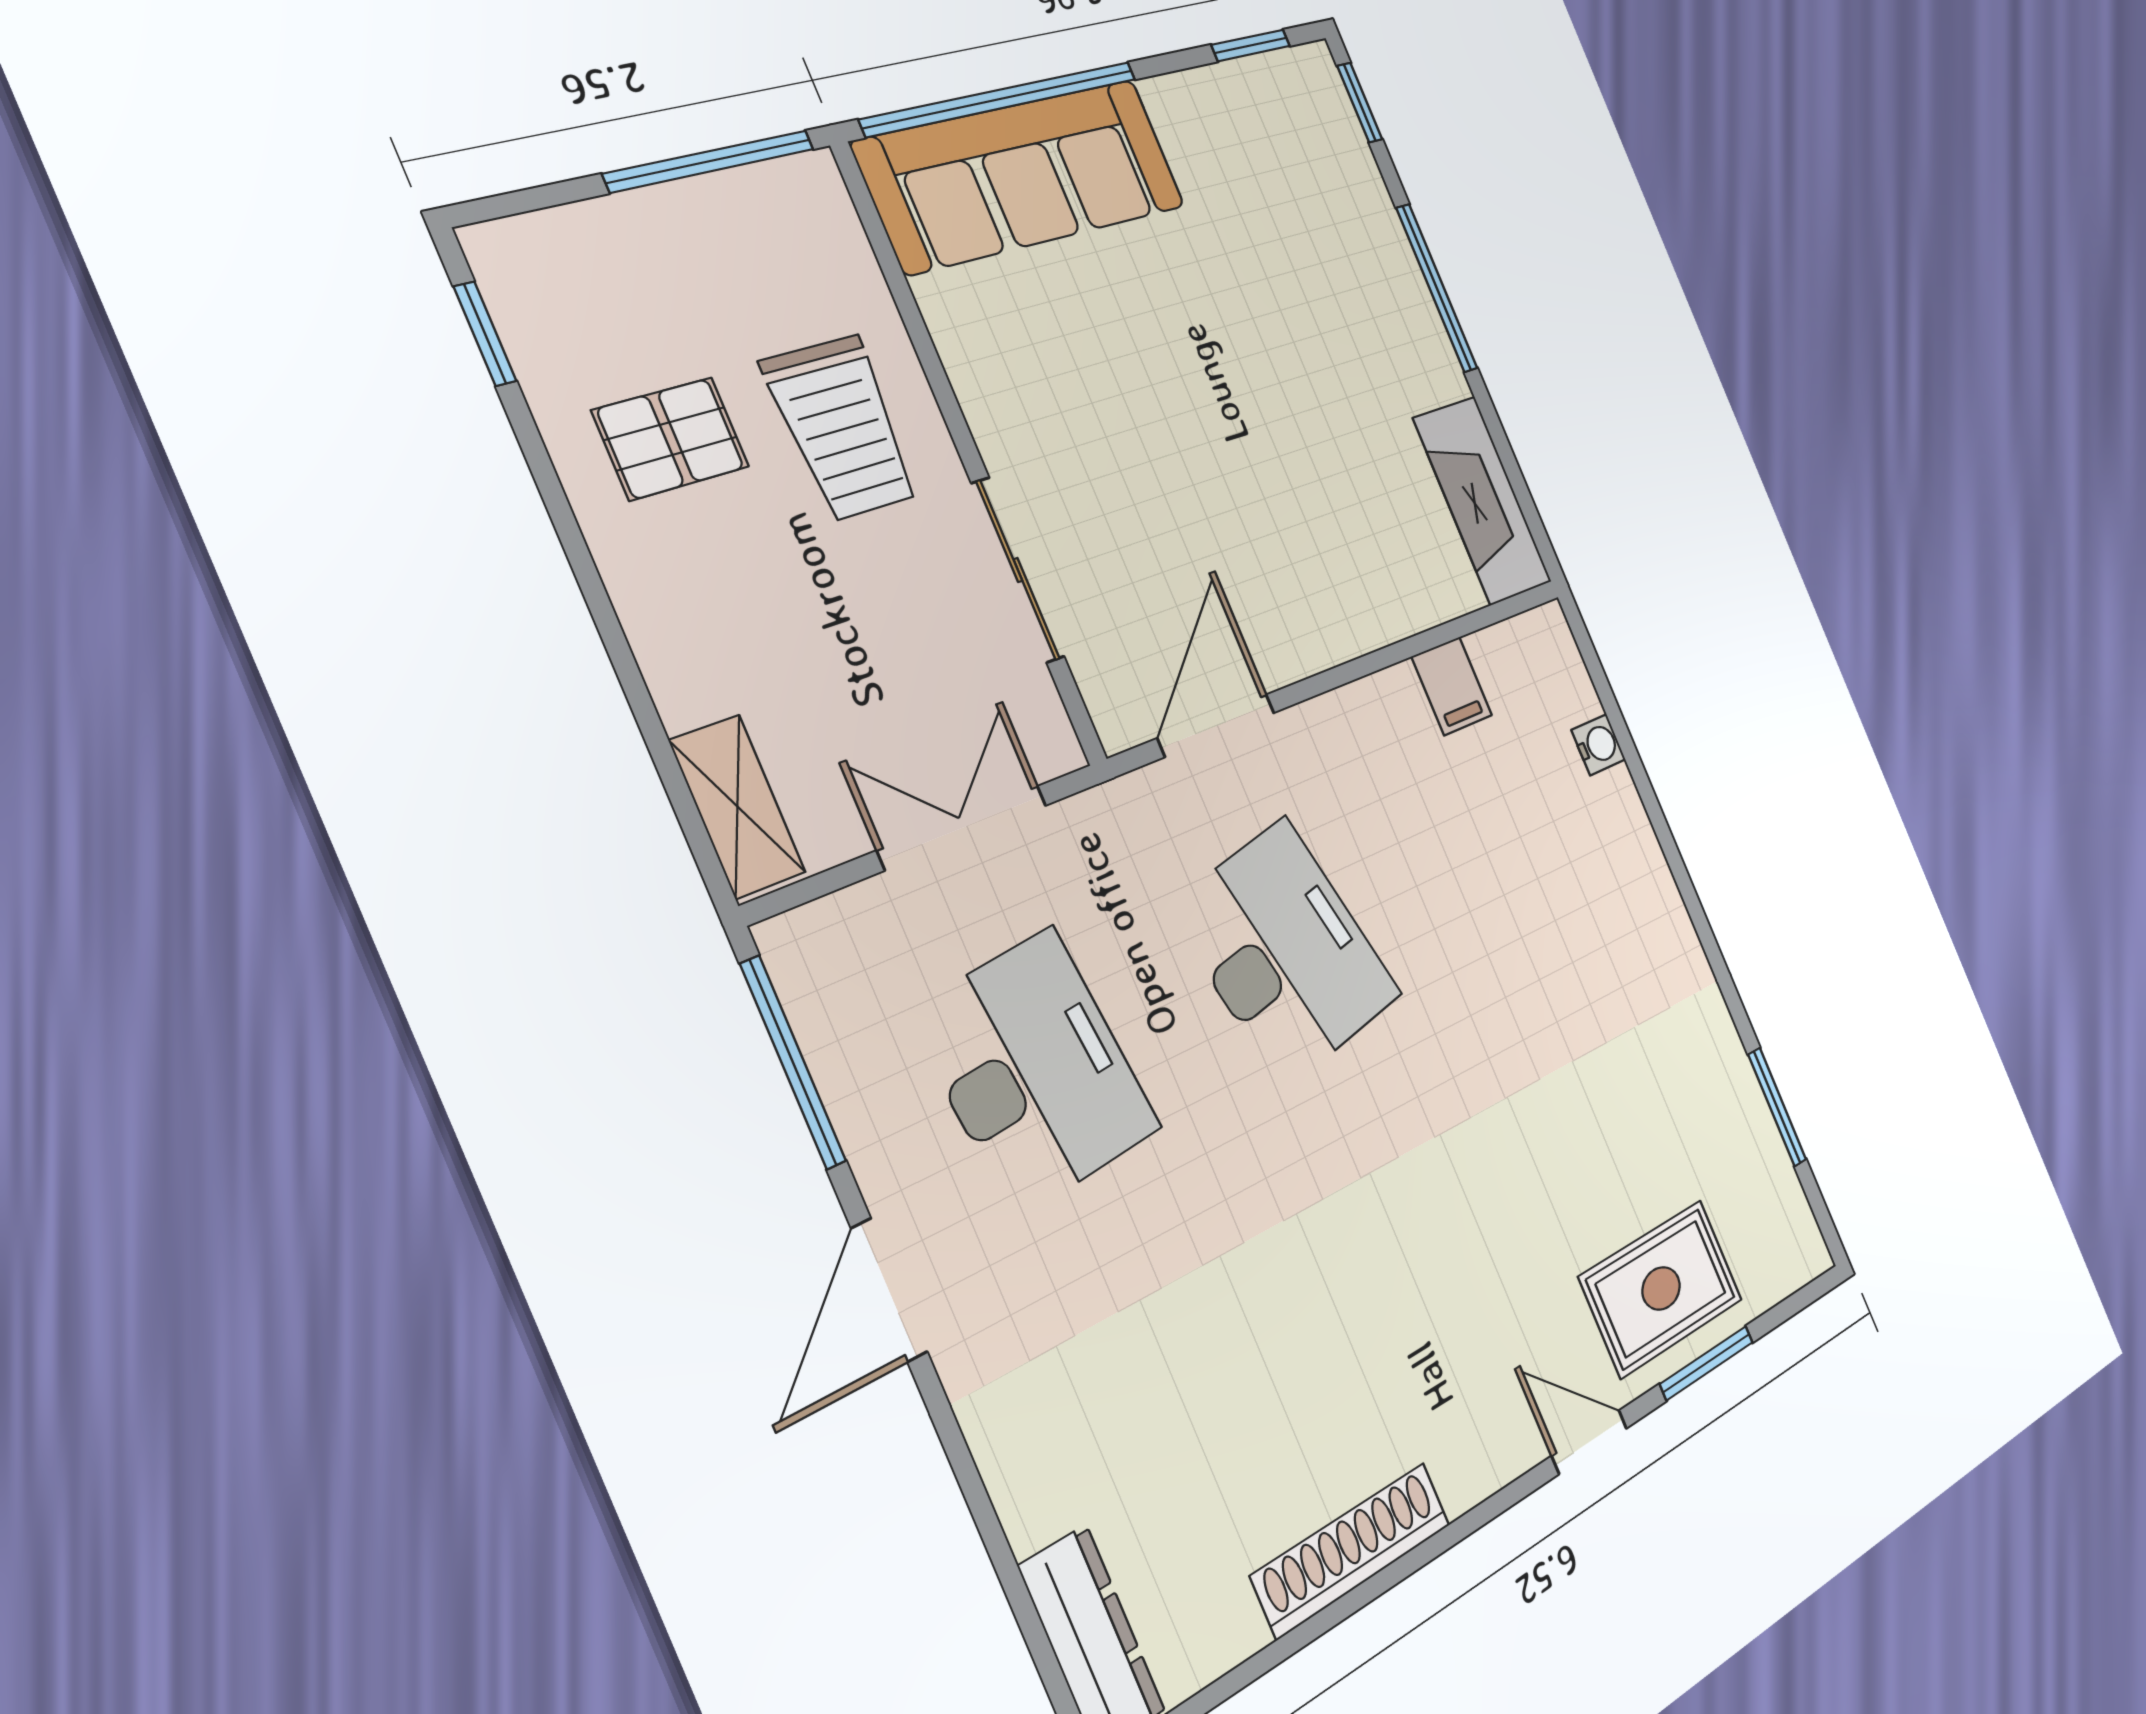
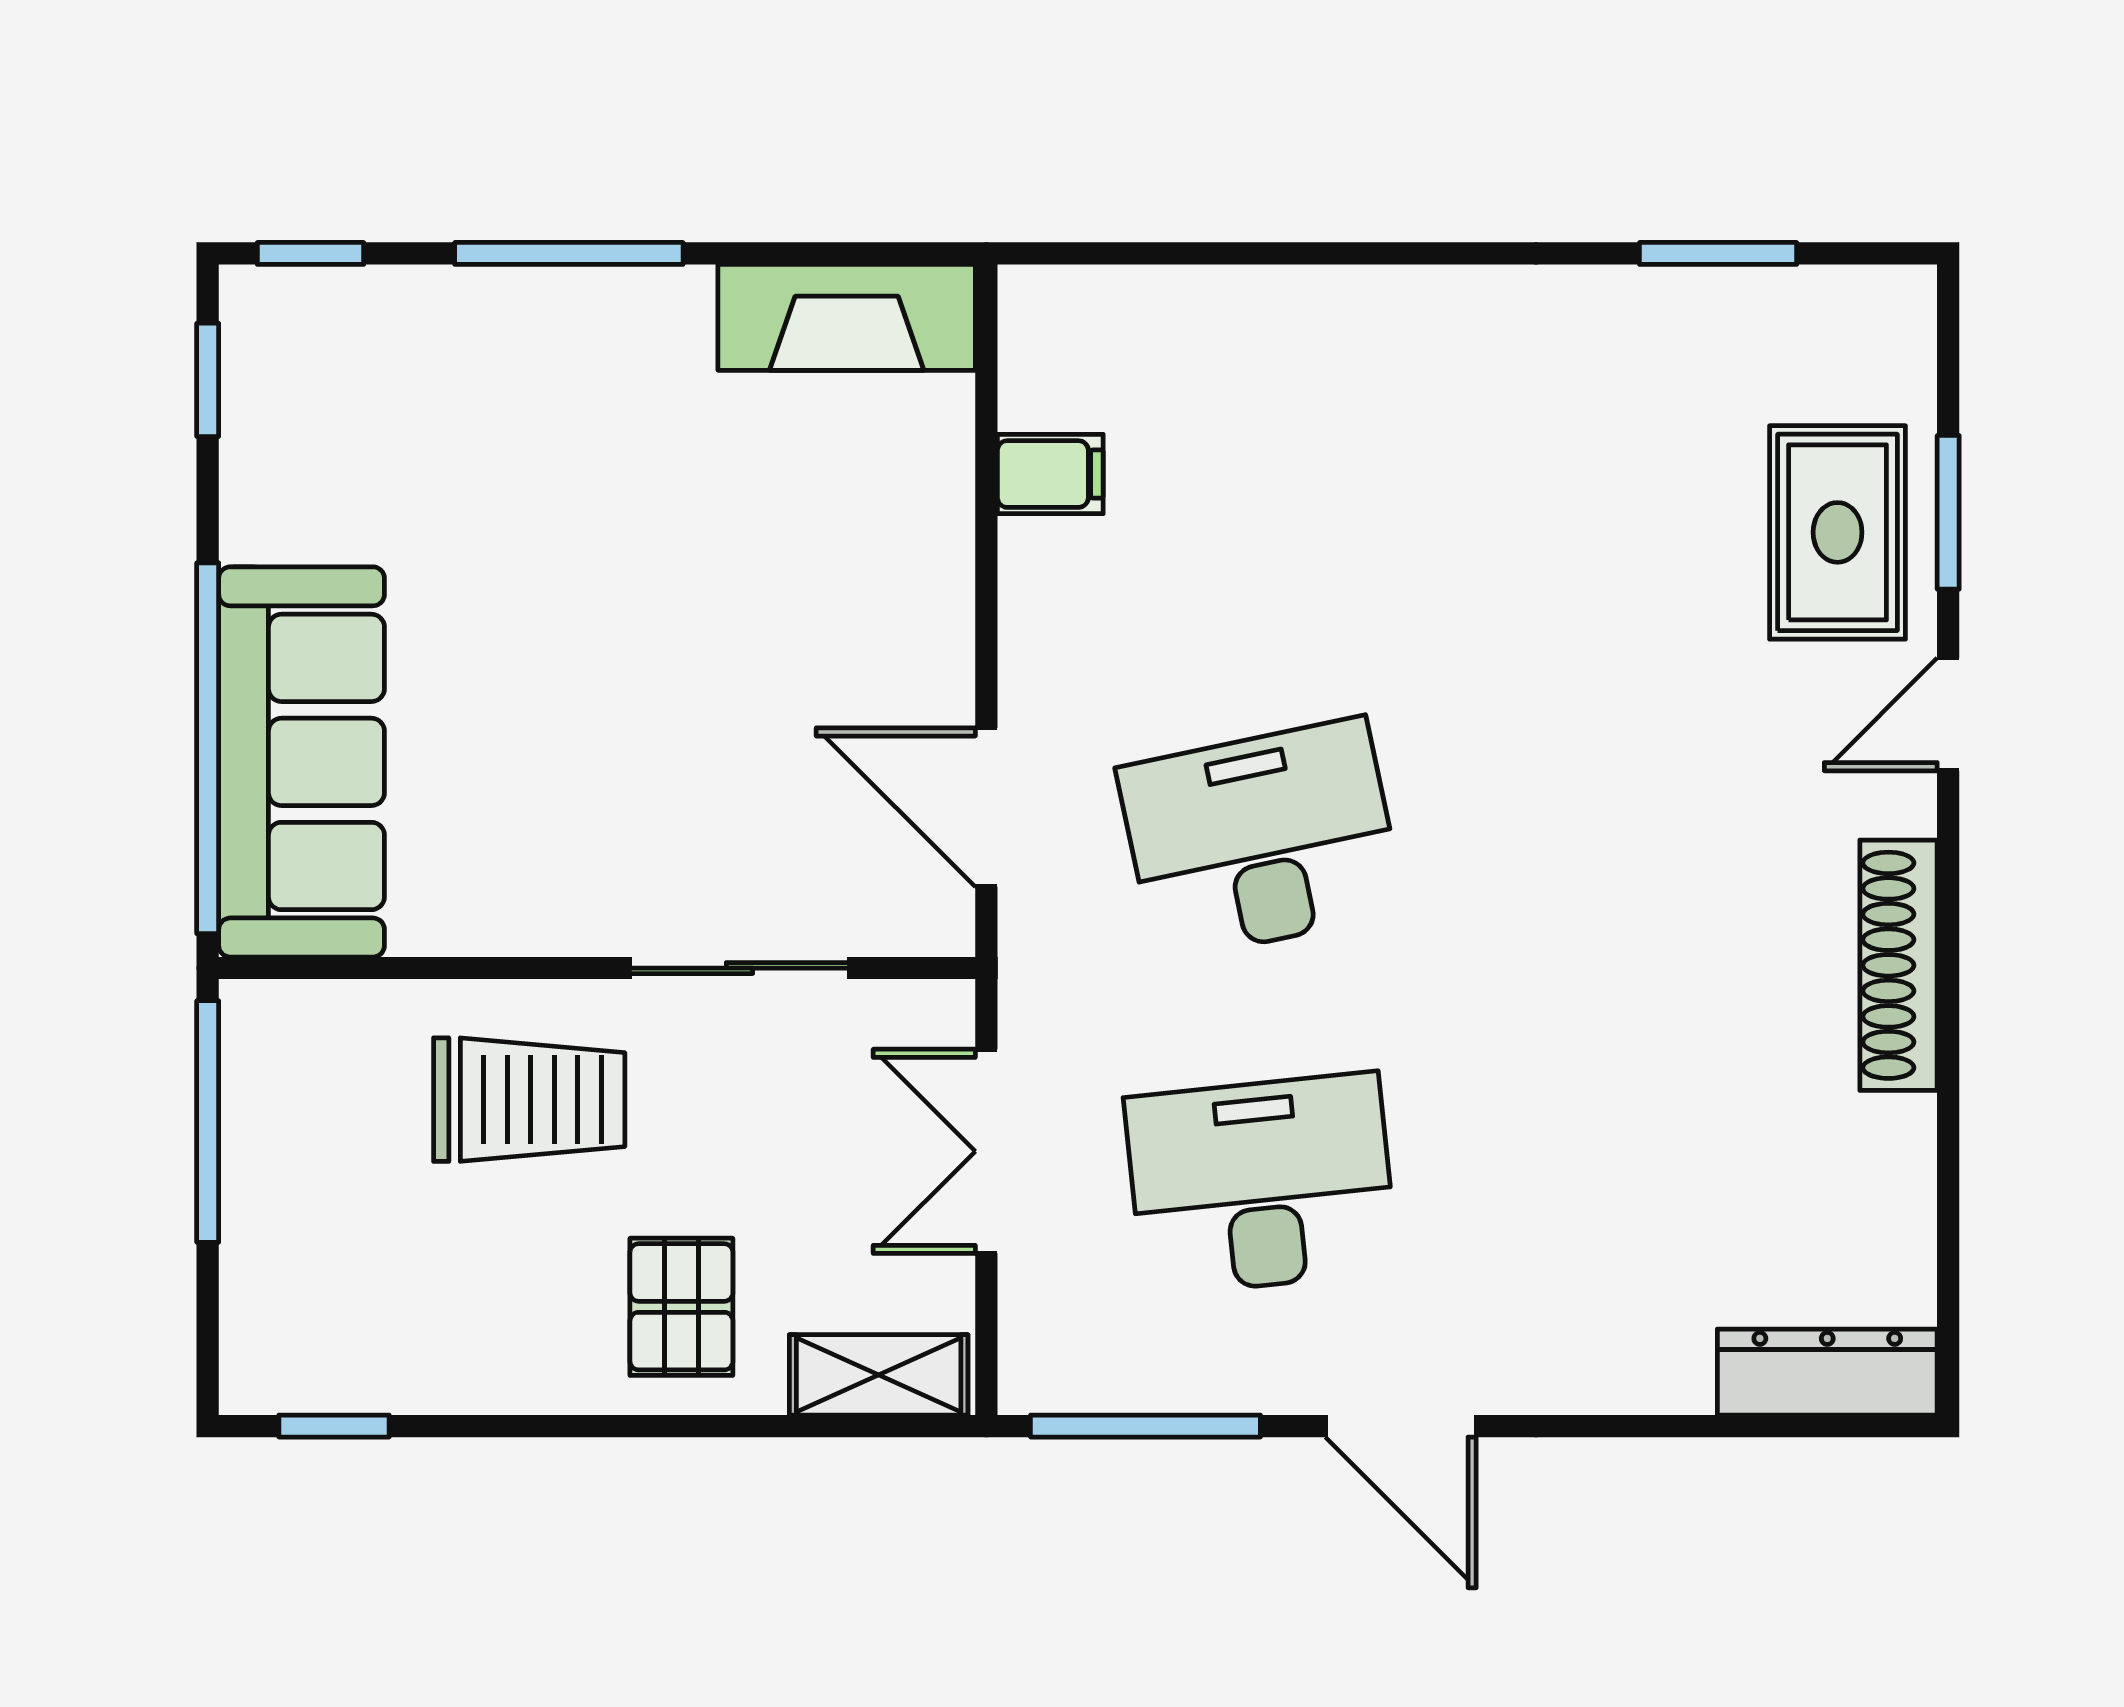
pallet: (671, 439) -> (681, 1307), moved
water cooler: (1598, 745) -> (1193, 296), removed
shoe rack: (1352, 1550) -> (1899, 965), moved

